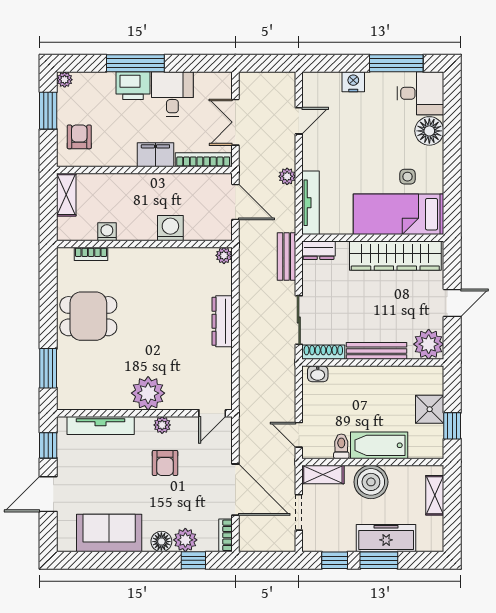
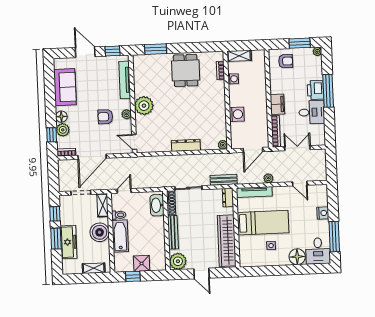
shelving: (66, 195) -> (239, 56), moved
bed: (398, 214) -> (263, 223), moved, turned 90
washbasin: (318, 374) -> (157, 205), width x1.91, depth x1.45

